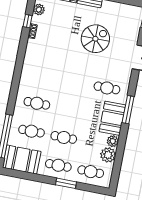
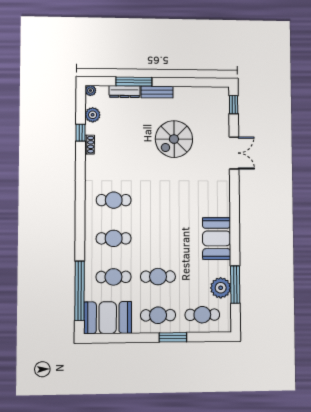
spiral stairs: (95, 39) -> (174, 139), turned 180
cafe table: (107, 88) -> (114, 200), moved
window: (128, 110) -> (235, 284), moved
plant: (113, 141) -> (223, 268), removed

